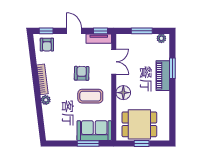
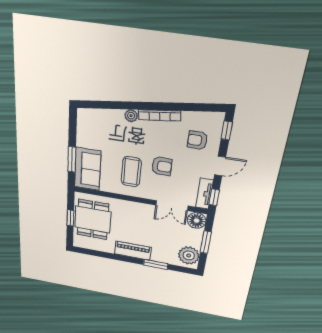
plant: (161, 38) -> (189, 255), width x1.88, depth x1.88
armchair: (47, 45) -> (197, 140), moved
piano: (163, 76) -> (133, 251), moved
floor lamp: (123, 93) -> (197, 221), moved

